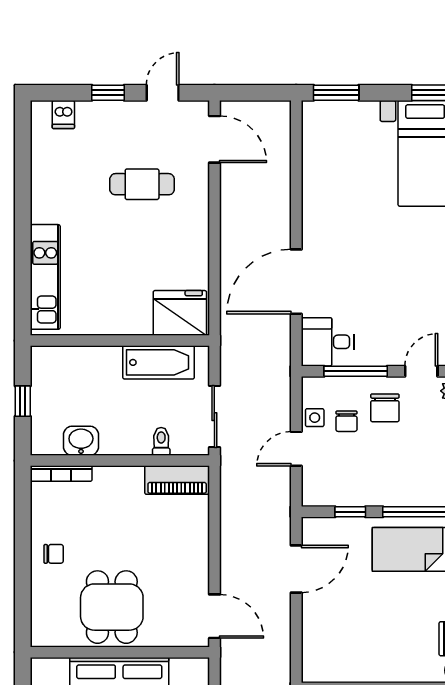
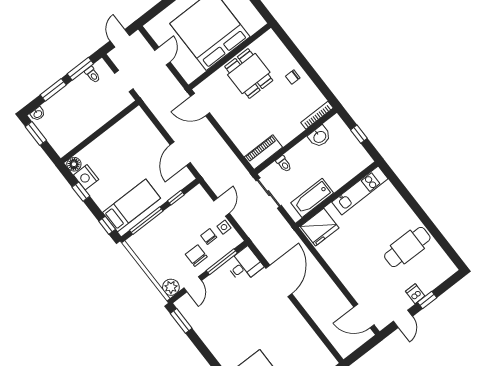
dishwasher: (63, 115) -> (415, 294), moved
cafe table: (142, 184) -> (407, 247), moved, width x1.37, depth x1.35
kitchen unit: (45, 277) -> (360, 190), moved, turned -90

